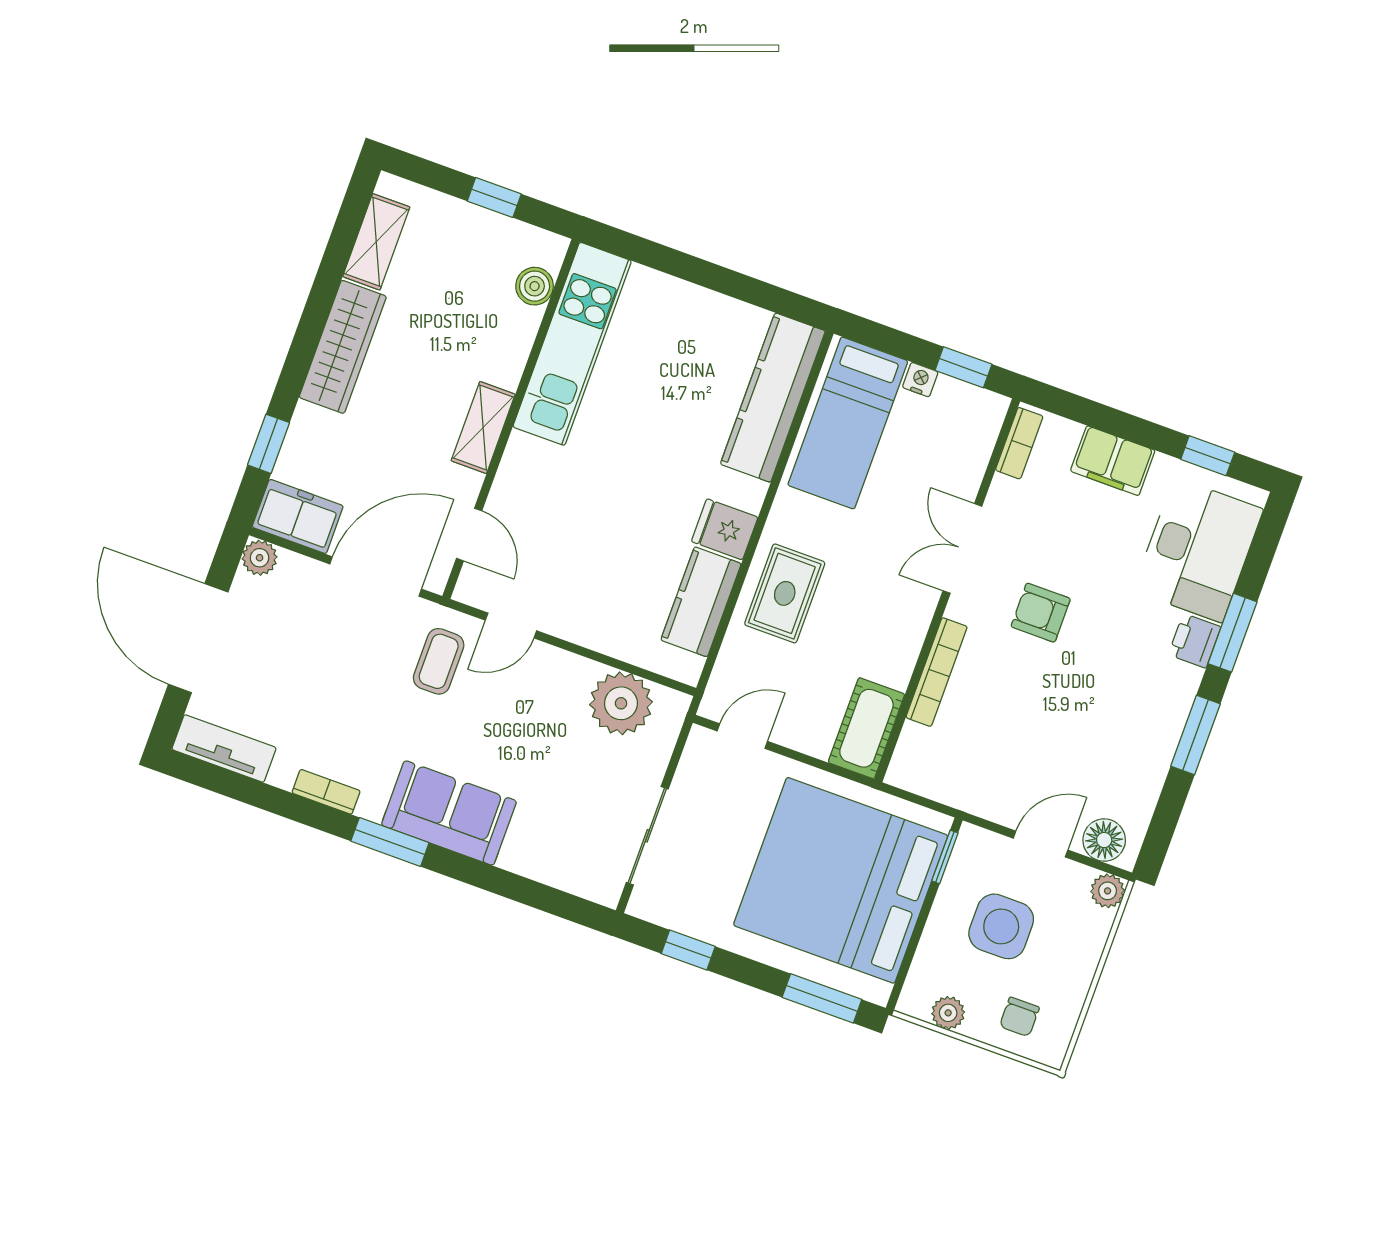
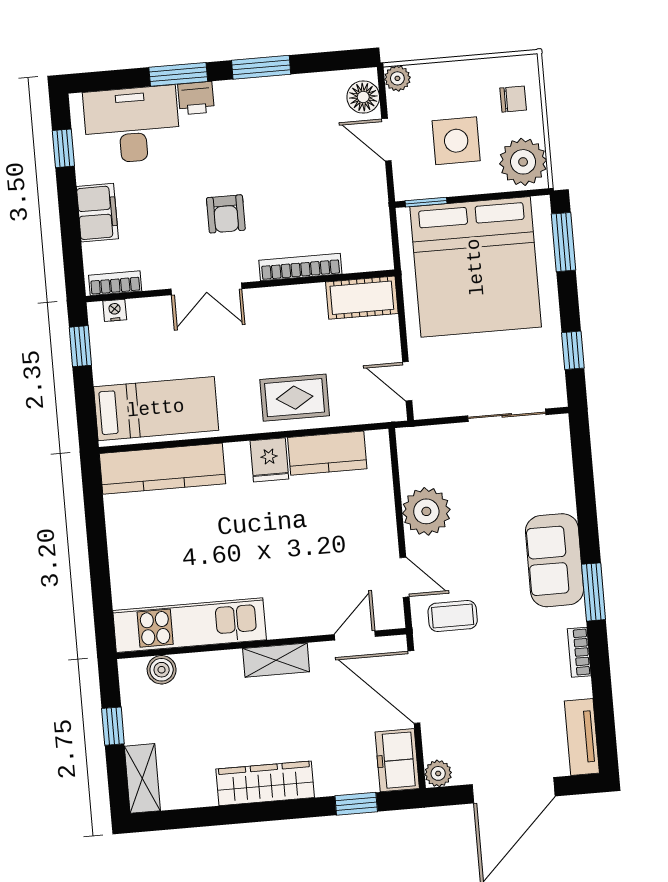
shelving: (376, 242) -> (142, 778), moved, turned 90
nightstand: (920, 380) -> (115, 310), moved, turned 90
plant: (621, 703) -> (426, 511), moved
plant: (948, 1013) -> (523, 162), width x1.88, depth x1.88

